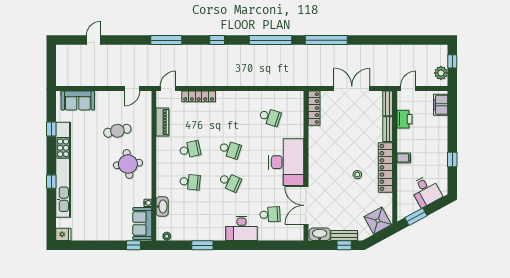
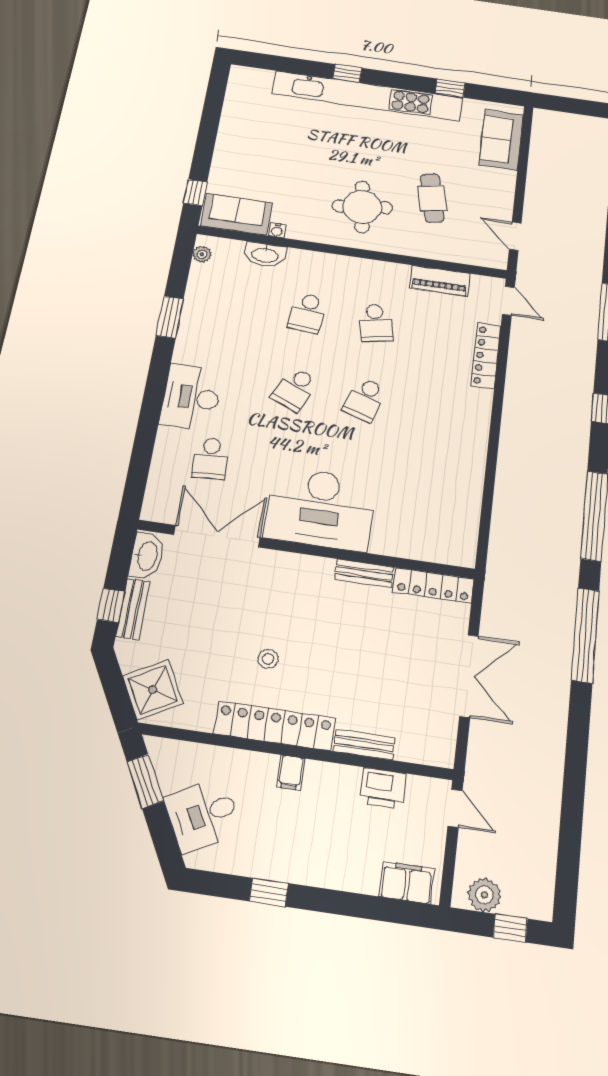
bench: (388, 103) -> (364, 573), moved
school desk: (270, 117) -> (425, 490), removed
fridge: (63, 234) -> (241, 78), removed

